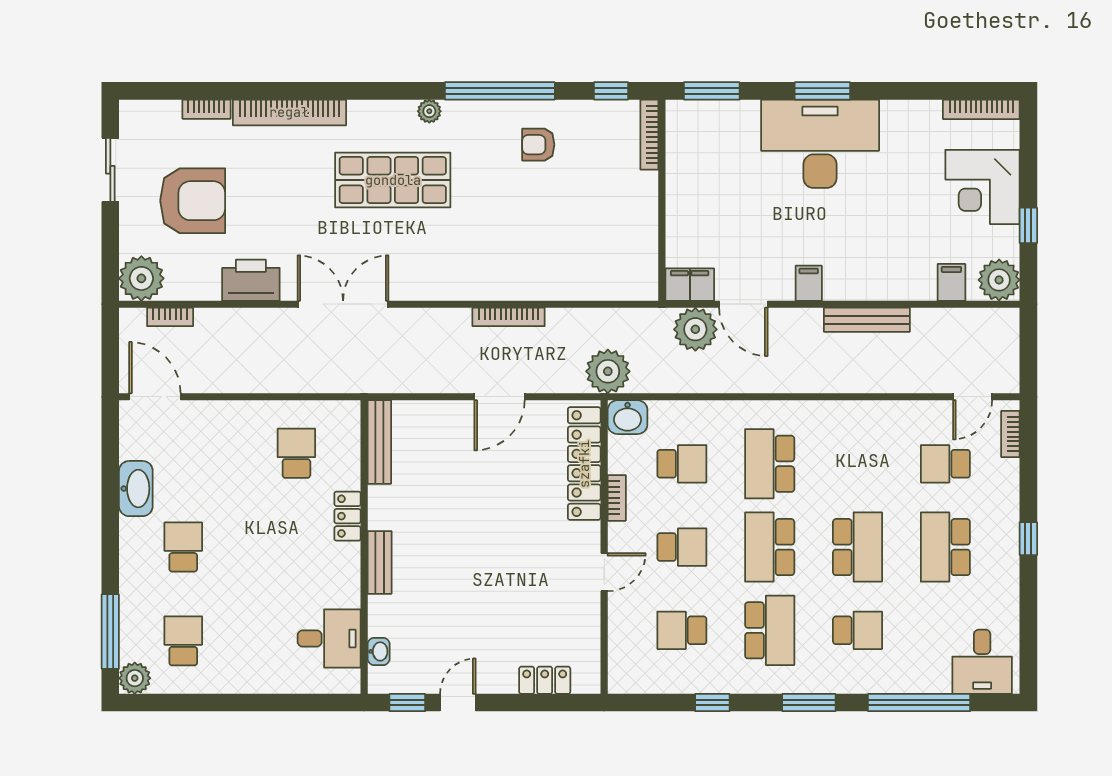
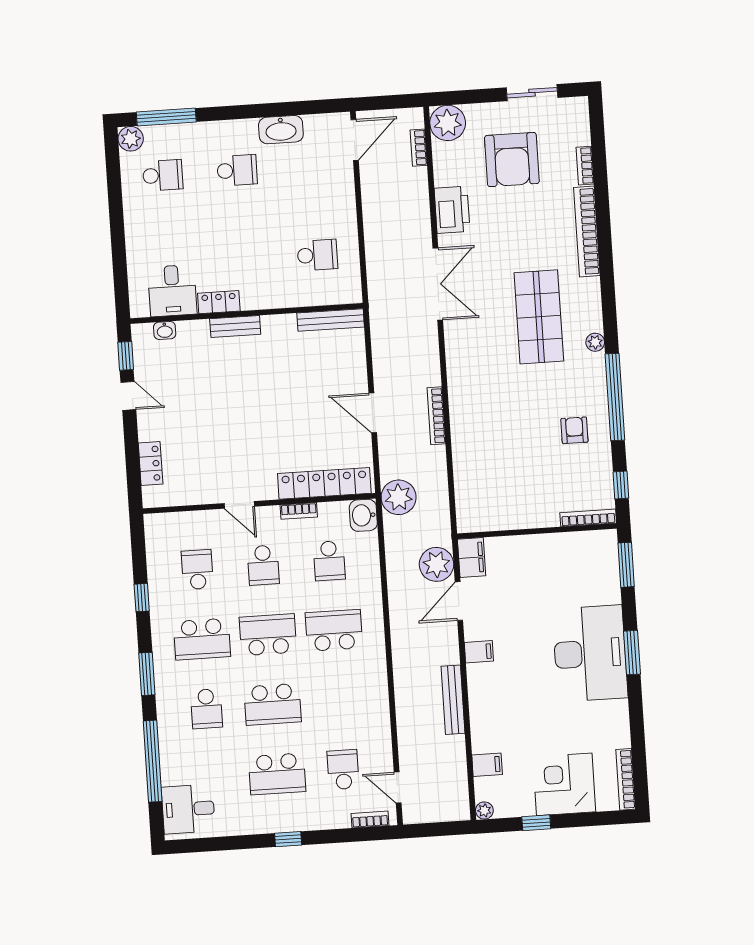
plant: (999, 280) -> (484, 810), width x0.53, depth x0.53
locker: (348, 516) -> (219, 302), moved
school desk: (945, 547) -> (277, 774), turned 180

